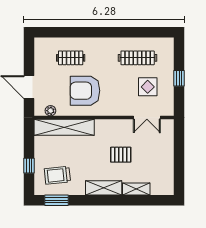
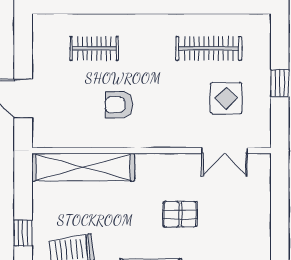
armchair: (85, 91) -> (119, 105), width x0.53, depth x0.53
plant: (50, 111) -> (60, 139), removed

